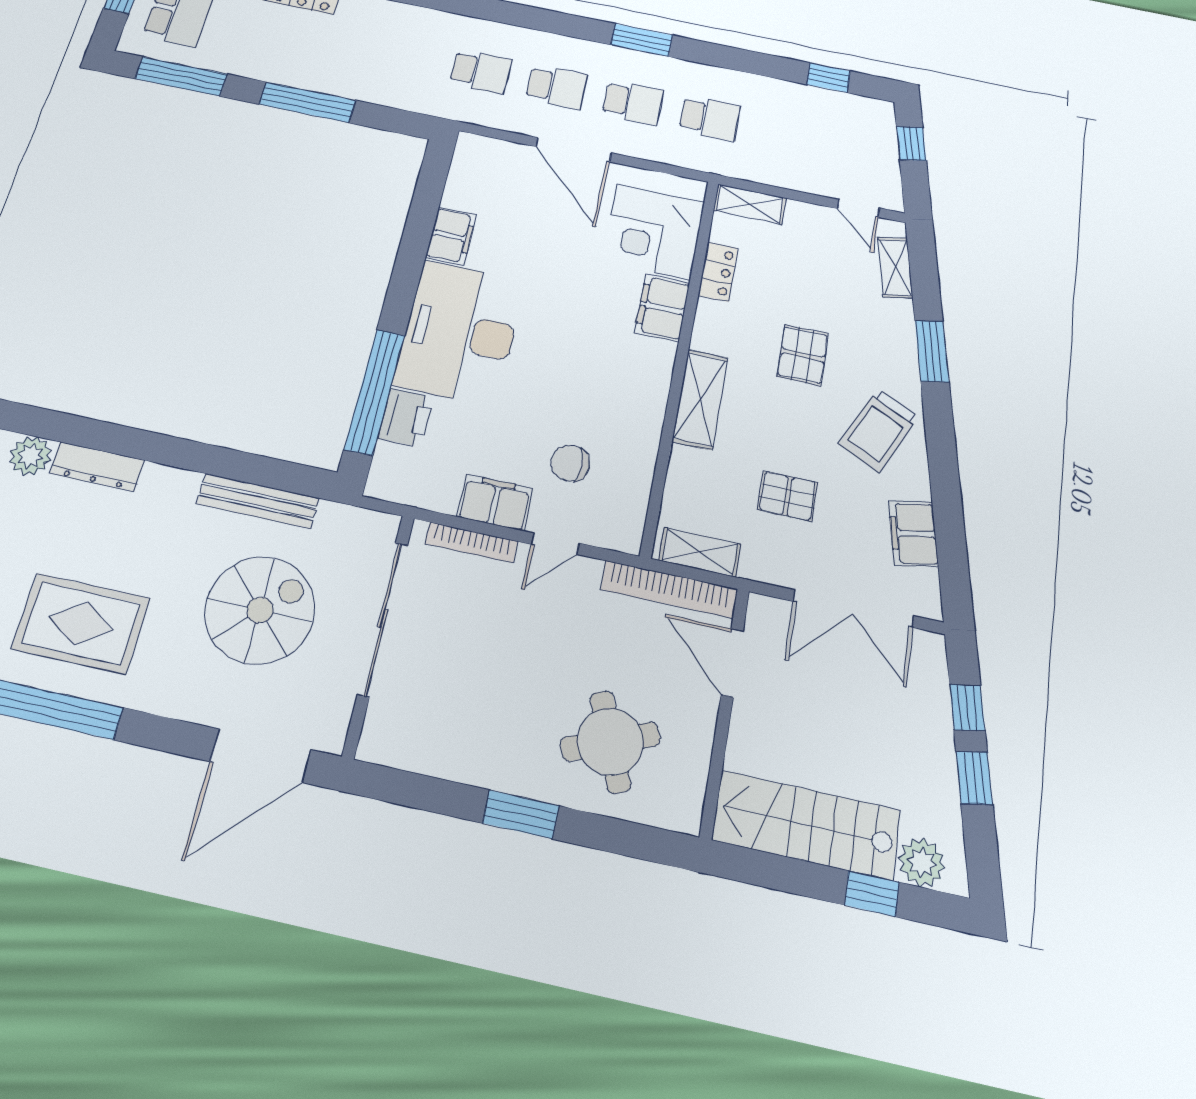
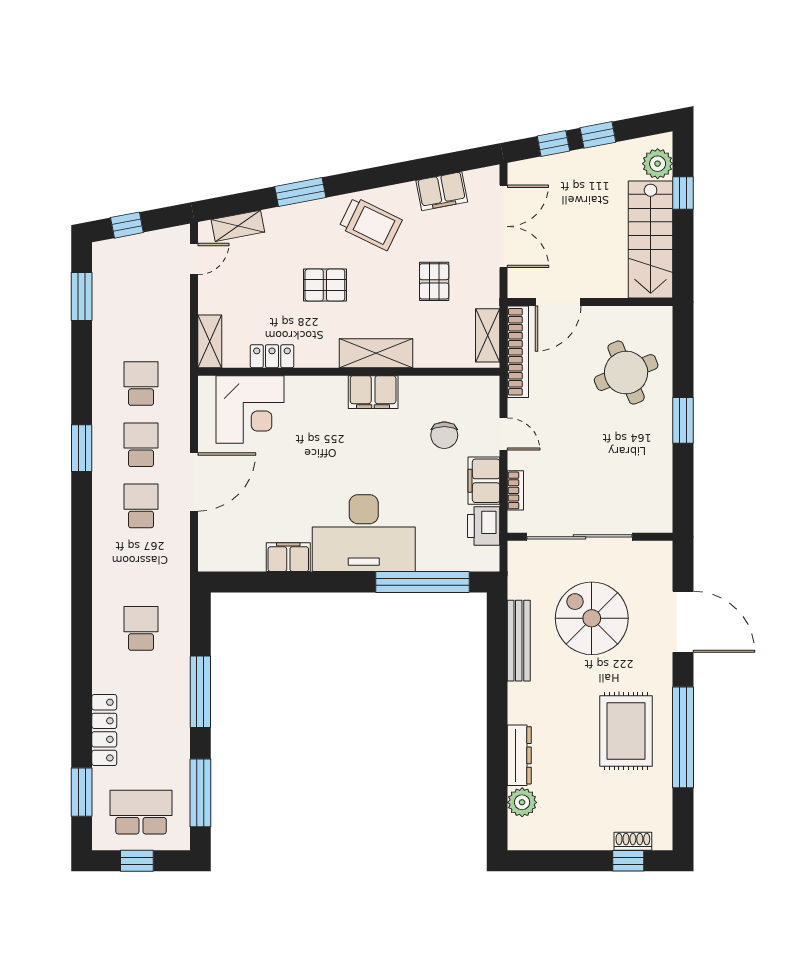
school desk: (481, 71) -> (141, 628), moved
window: (829, 78) -> (82, 296), width x1.50
filing cabinet: (662, 308) -> (373, 392), moved
printer: (406, 418) -> (484, 526), moved, turned -90
bookcase: (471, 543) -> (515, 490), width x0.64
door: (261, 756) -> (683, 622), moved

